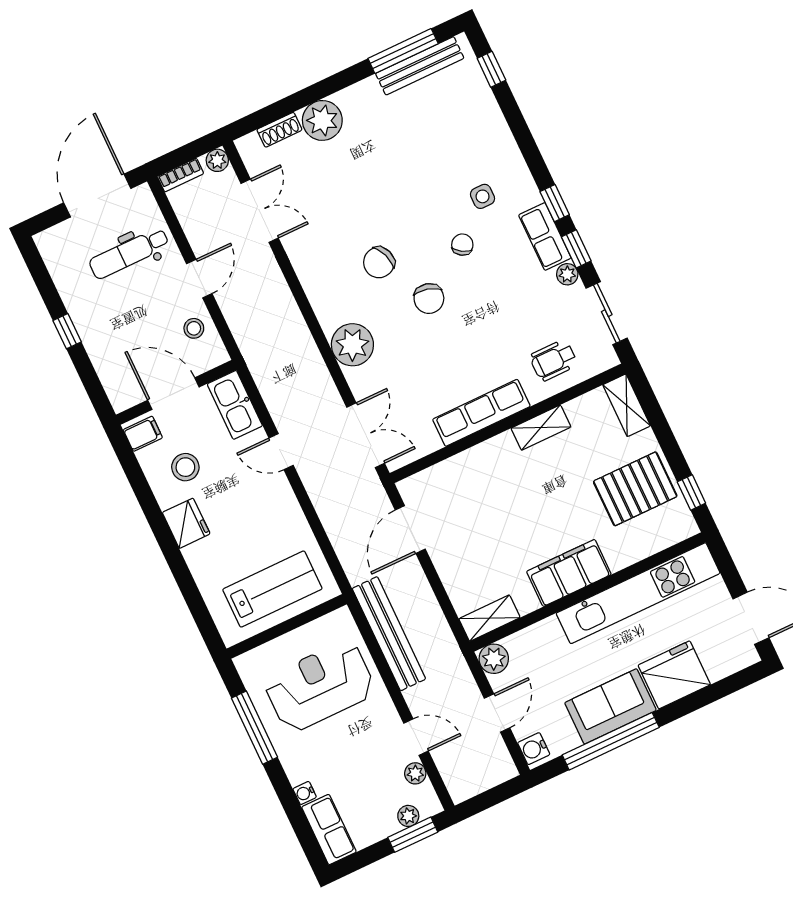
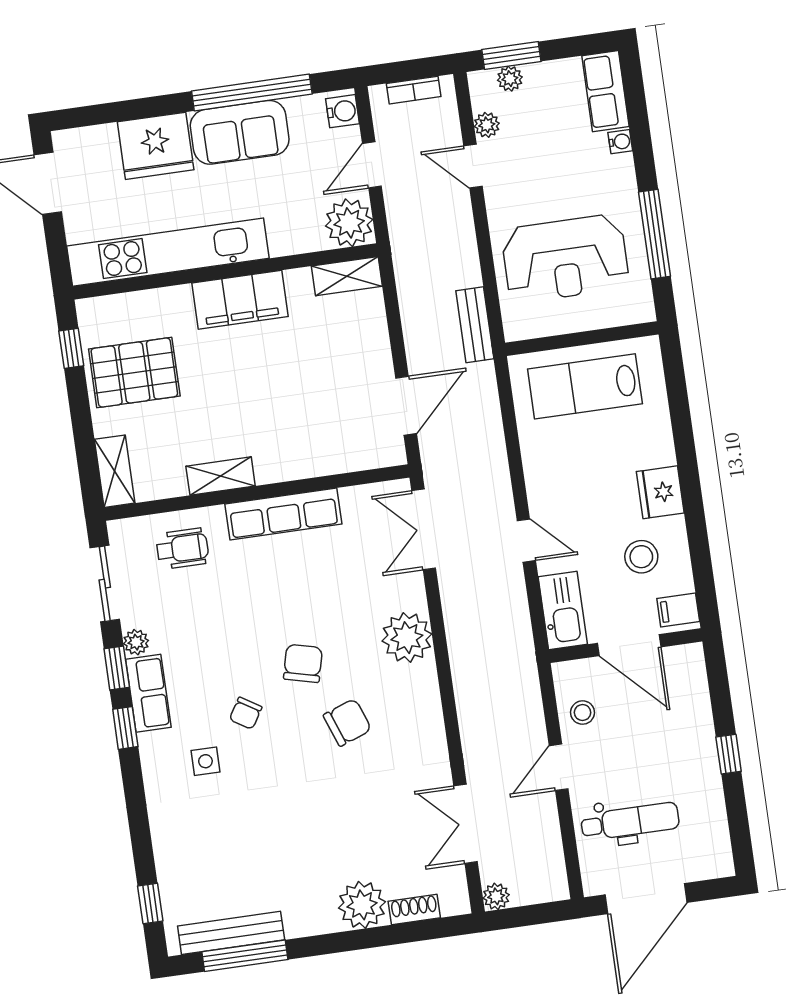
bookcase: (181, 175) -> (414, 90), moved, turned 180
bench: (389, 634) -> (475, 325), width x0.54, depth x0.82
plant: (494, 659) -> (349, 223), width x1.36, depth x1.36

